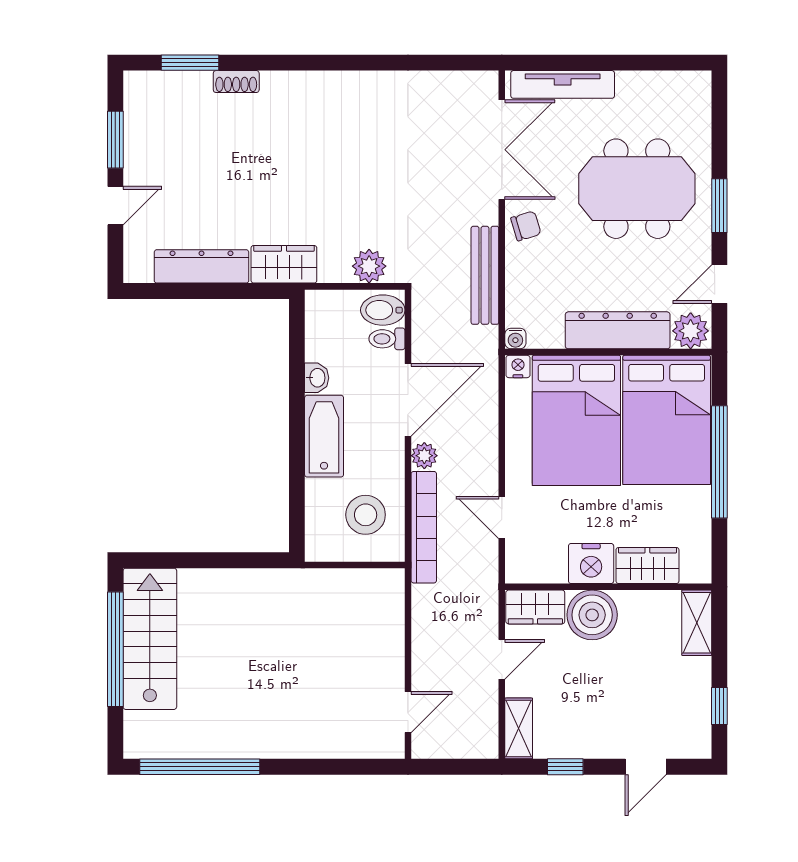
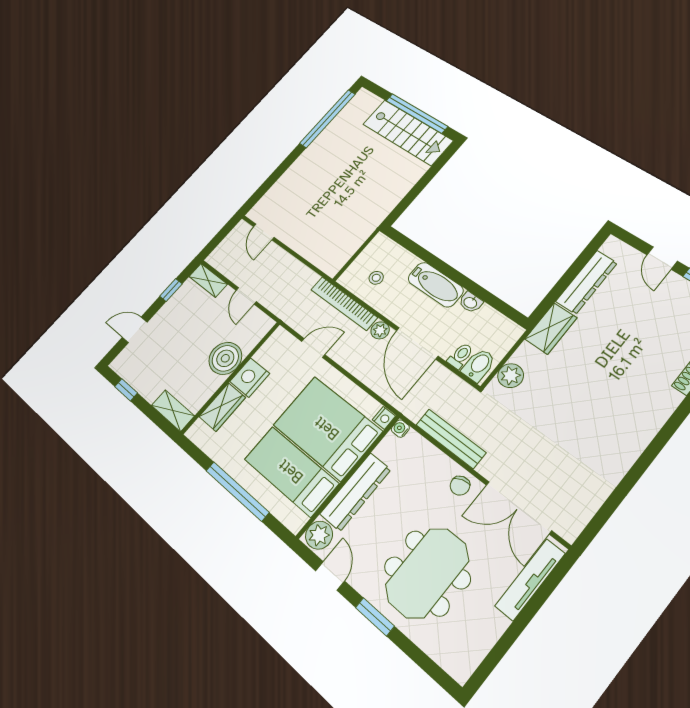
bed: (667, 420) -> (291, 471), width x0.67
stool: (366, 515) -> (376, 278), width x0.53, depth x0.53
wardrobe: (535, 607) -> (255, 332), removed
door: (646, 767) -> (135, 330), hinge flipped

